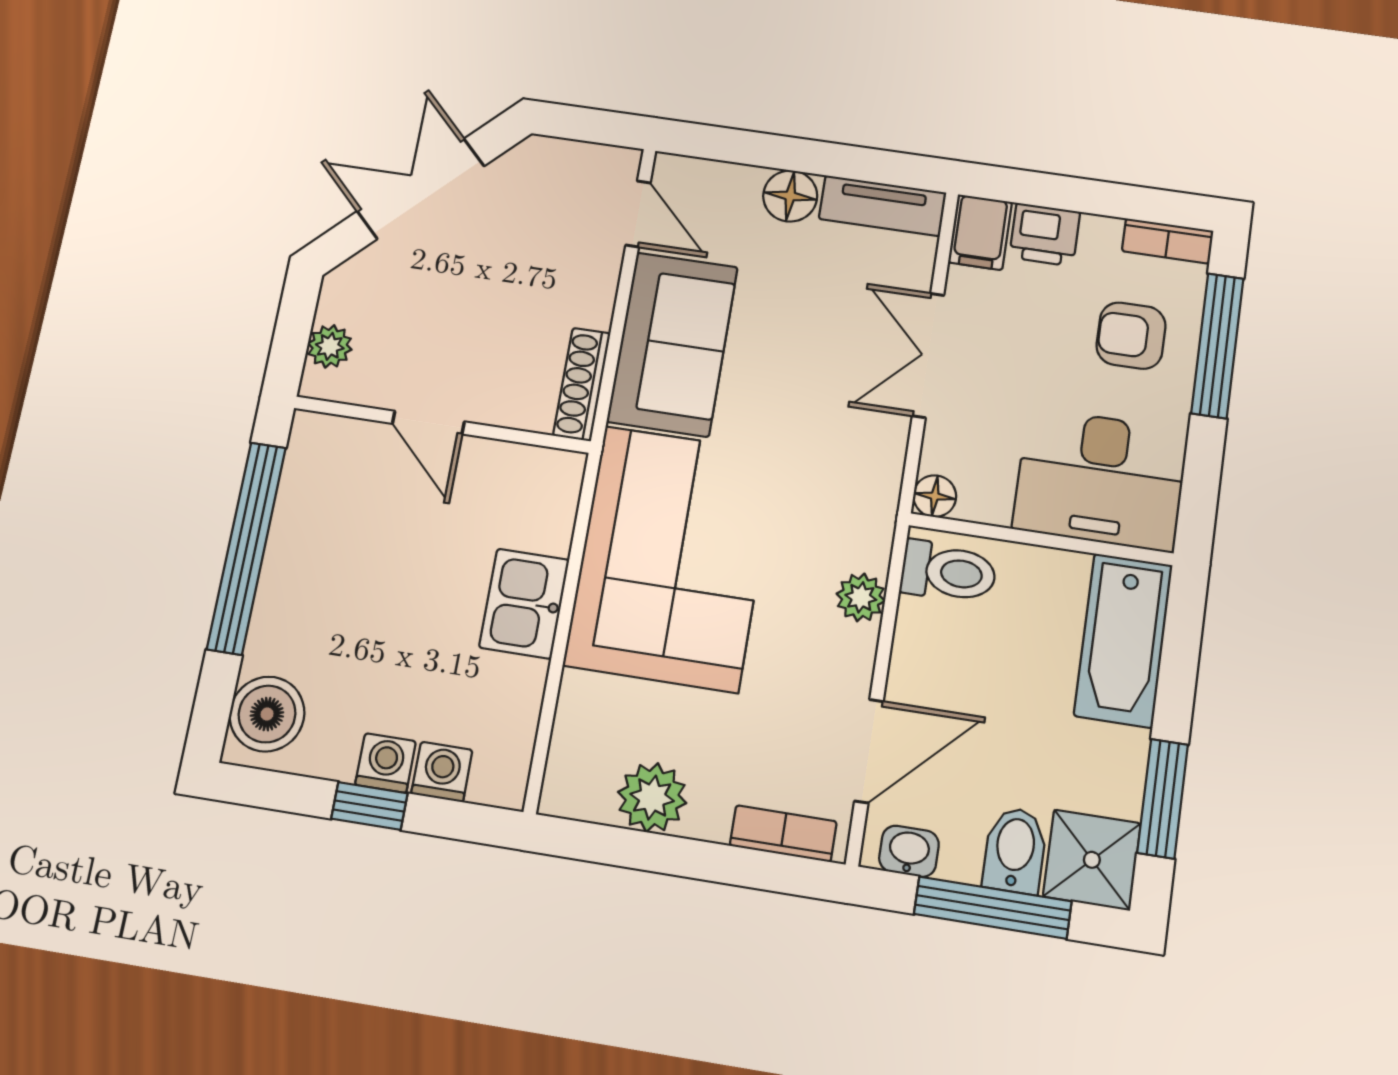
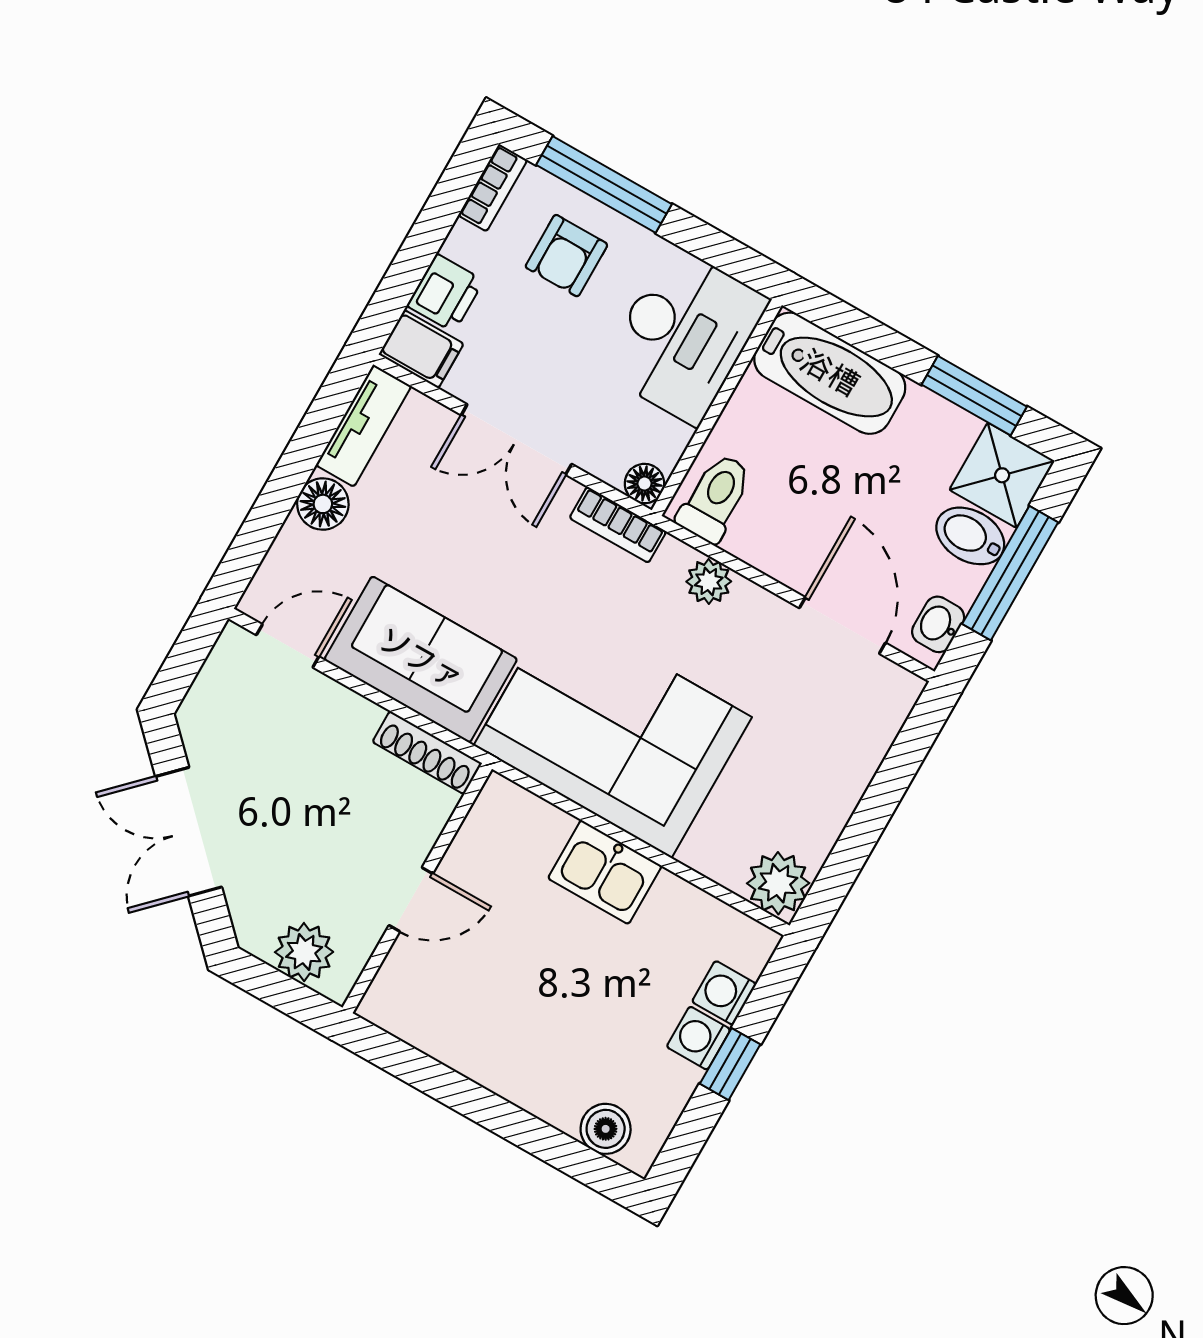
plant: (330, 346) -> (304, 952), width x1.38, depth x1.38
window: (246, 548) -> (464, 1096), removed
boiler: (267, 714) -> (606, 1129), width x0.73, depth x0.73
plant: (652, 797) -> (778, 883), moved
bookcase: (783, 834) -> (618, 525), moved, turned -90

